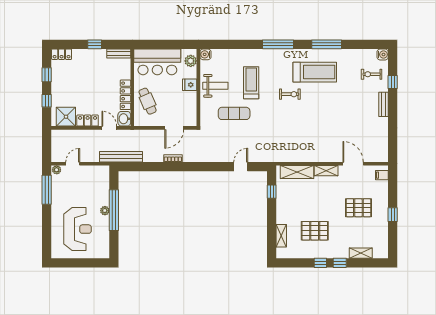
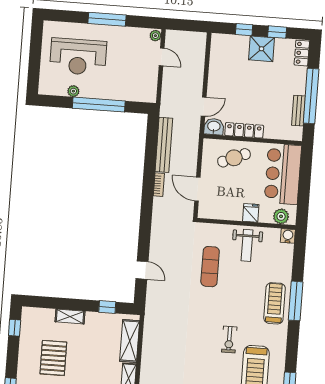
window: (95, 44) -> (311, 96), width x3.17
window: (278, 44) -> (296, 301), moved
bench: (119, 53) -> (298, 111), moved
treadmill: (251, 83) -> (275, 303), moved, turned -90
shower: (66, 117) -> (262, 49), moved
locker: (88, 121) -> (215, 80), removed
bench: (121, 157) -> (164, 145), moved
window: (47, 190) -> (107, 19), moved
plant: (105, 211) -> (73, 91), moved
shelving: (281, 236) -> (70, 316), moved
window: (320, 263) -> (15, 328), moved

